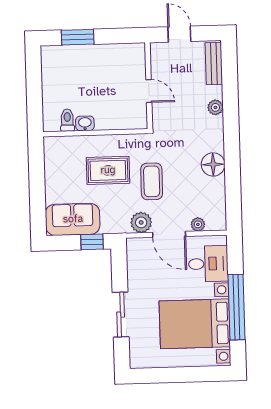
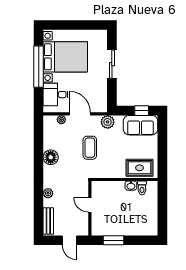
window: (78, 37) -> (113, 240), moved
rug: (108, 170) -> (140, 168), moved
plant: (141, 222) -> (108, 122), moved
window: (92, 242) -> (142, 111), moved

